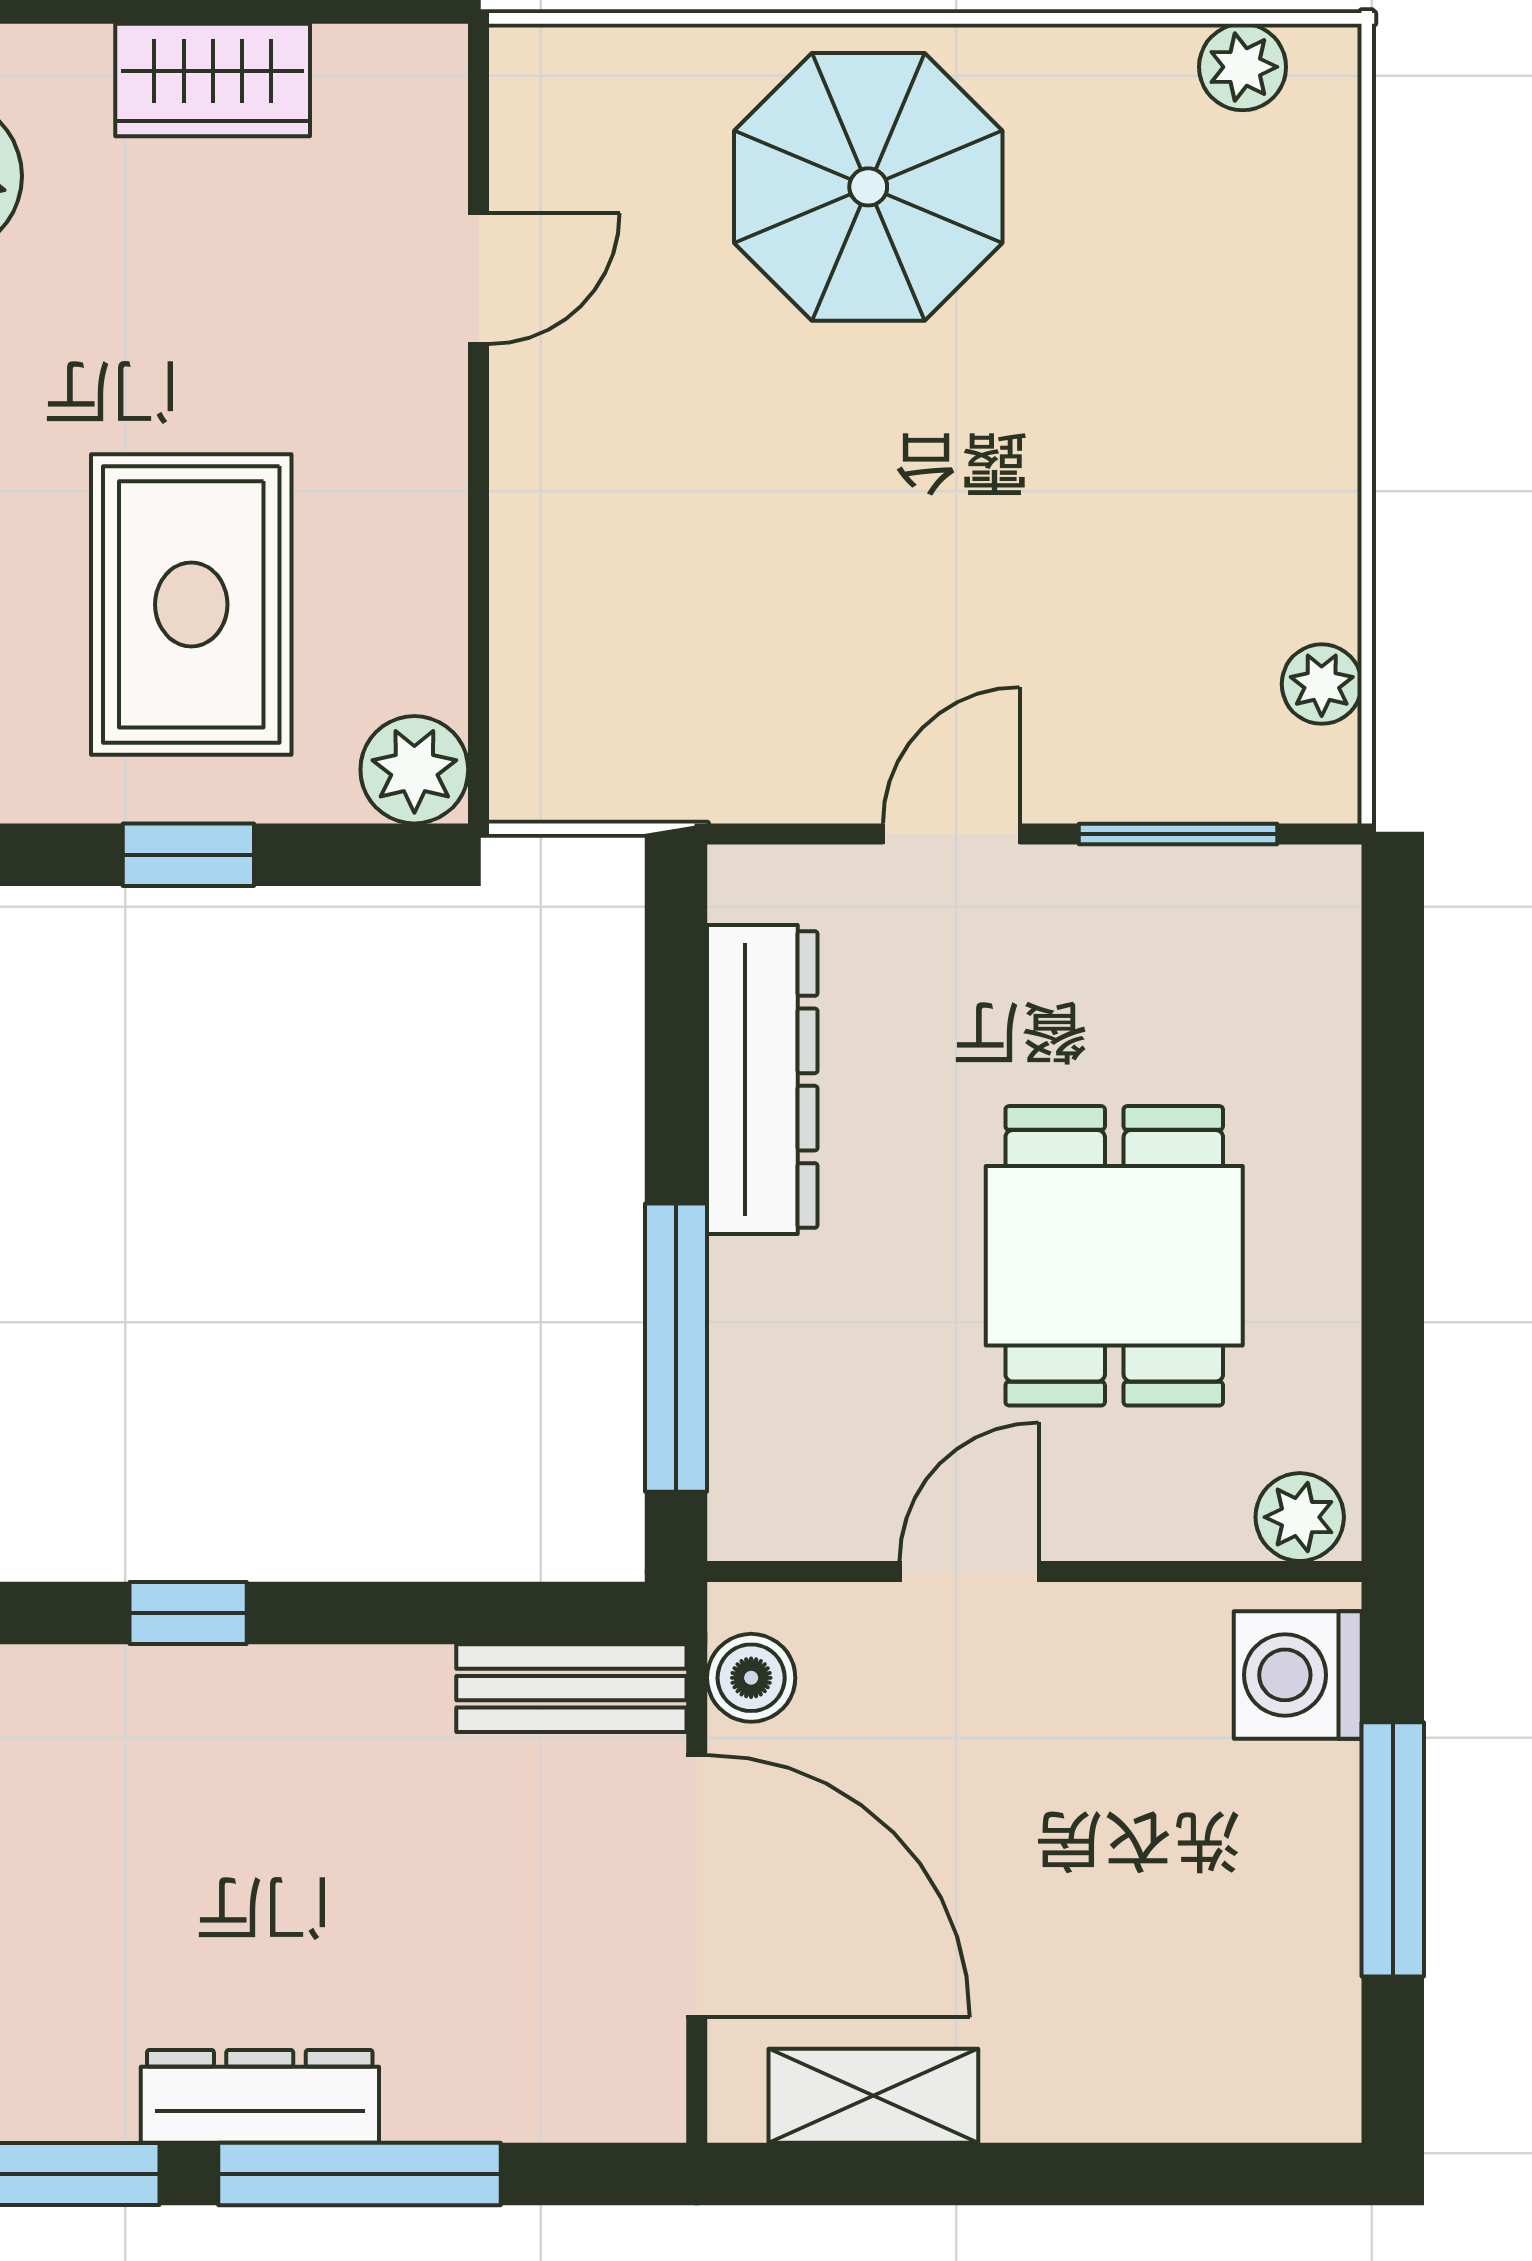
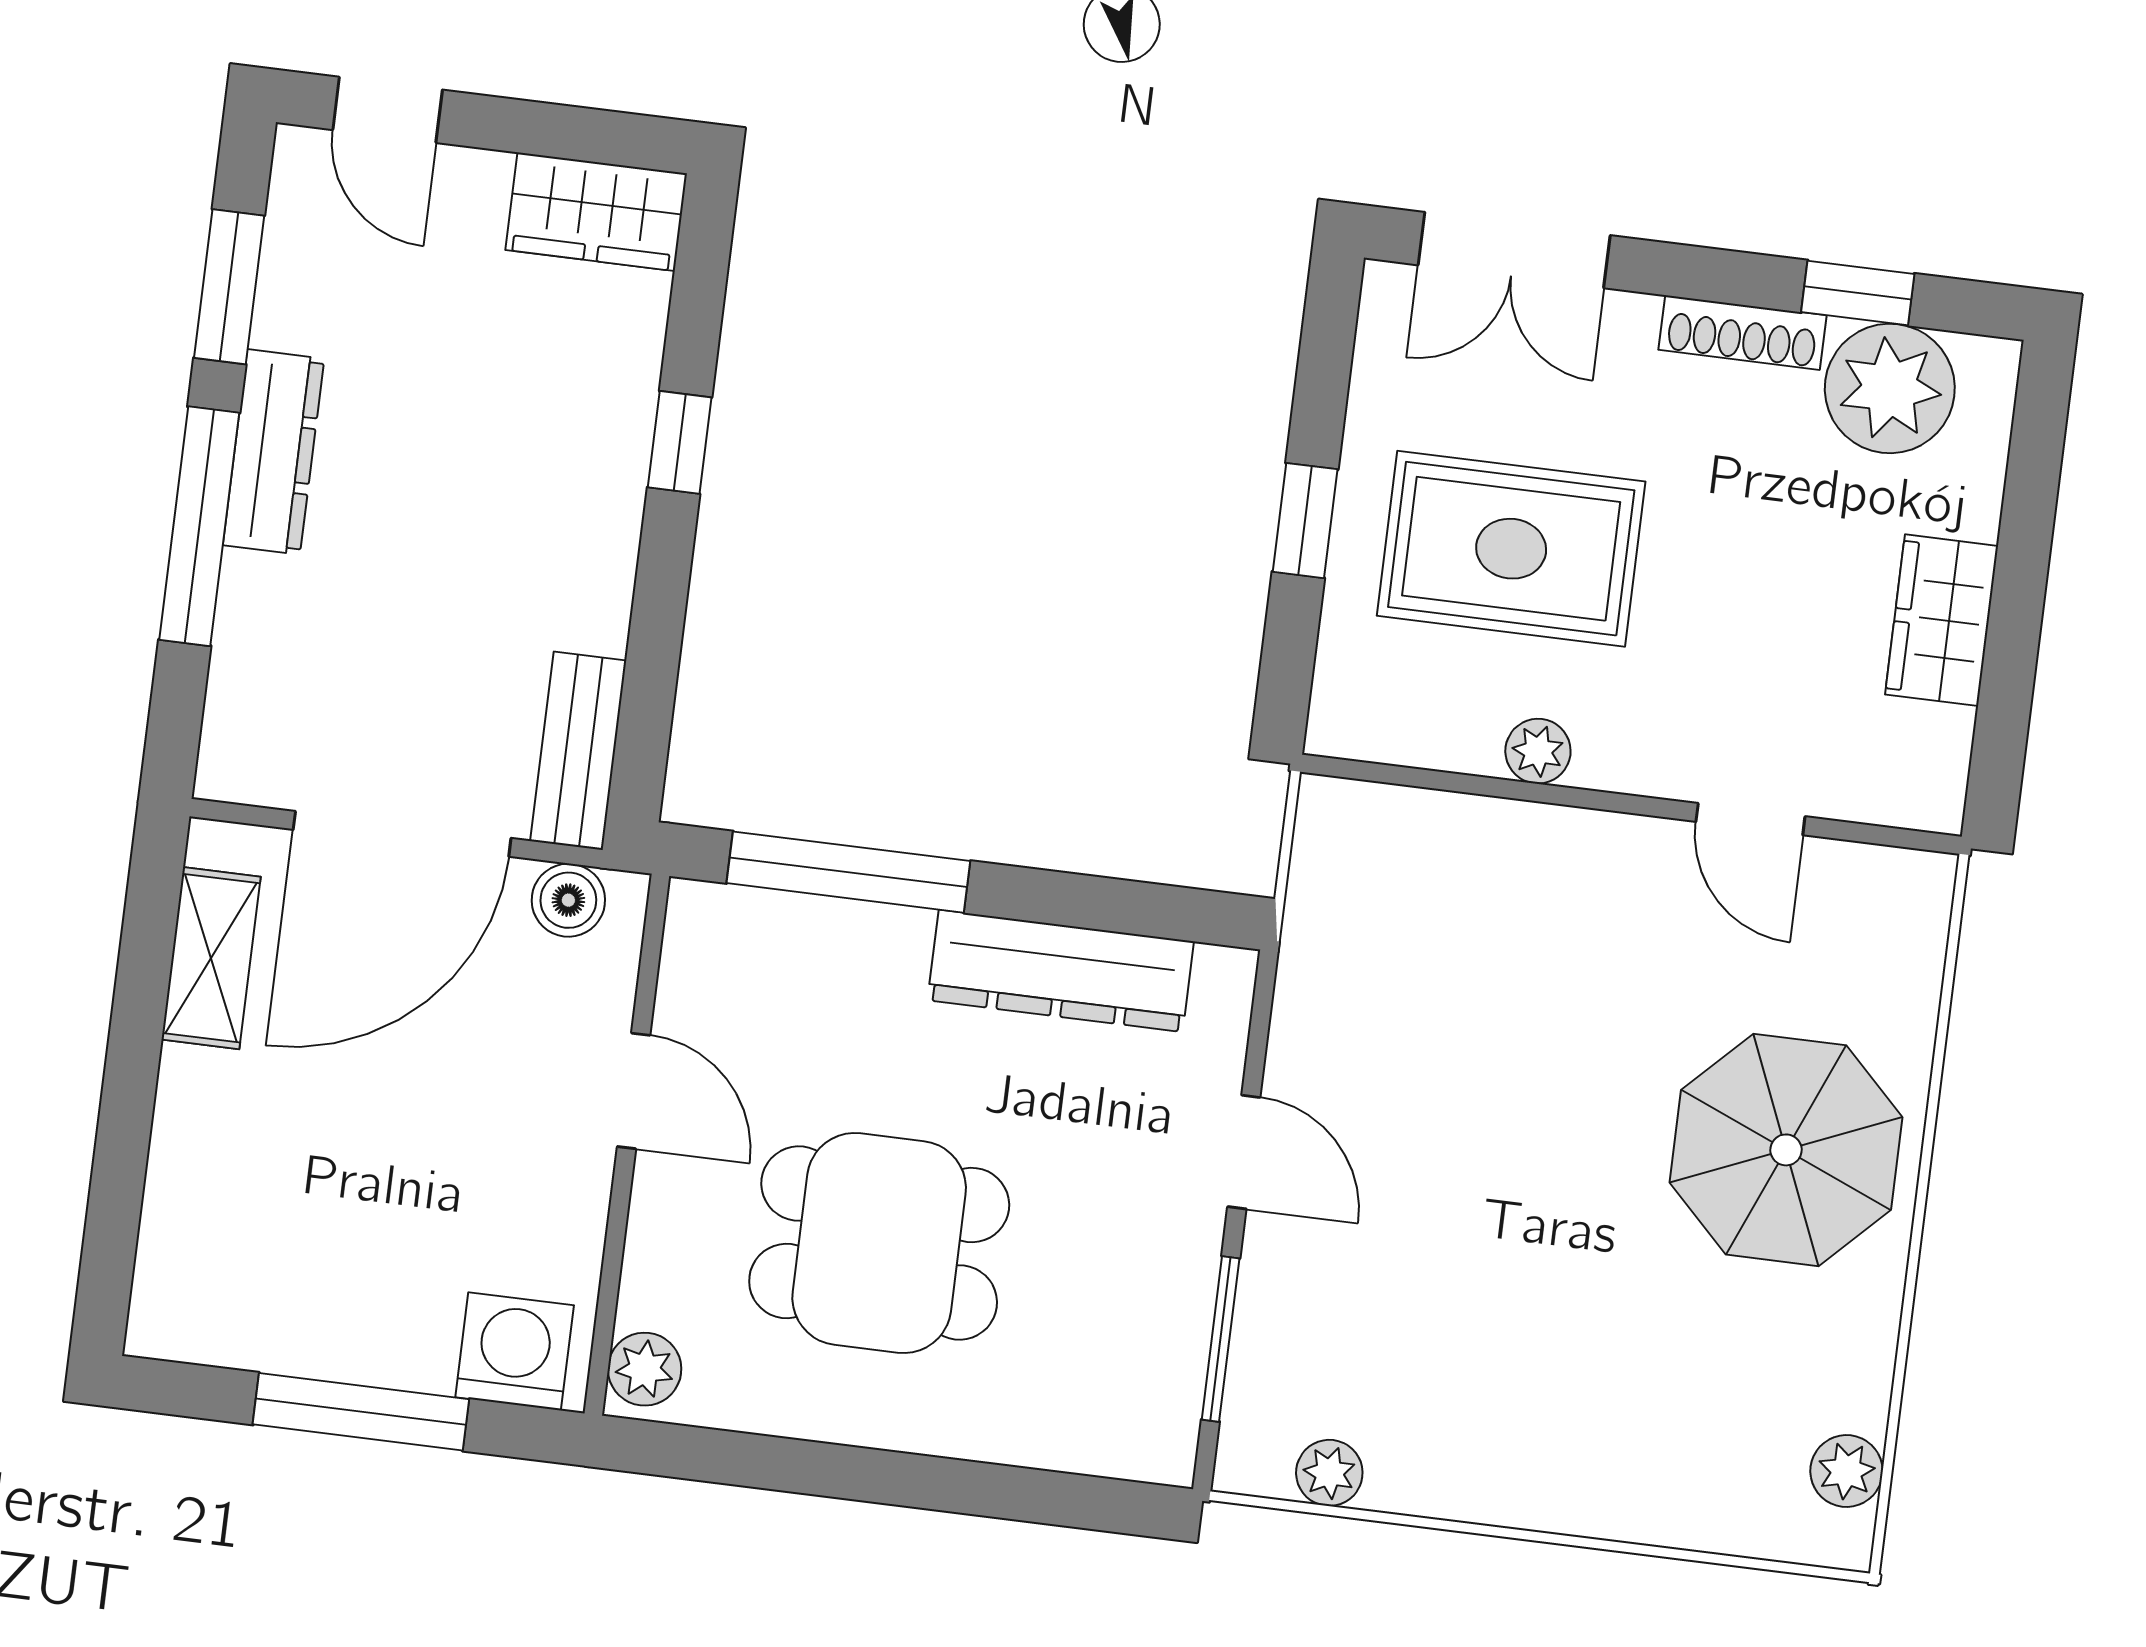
plant: (414, 770) -> (1538, 751), moved, width x0.73, depth x0.73

